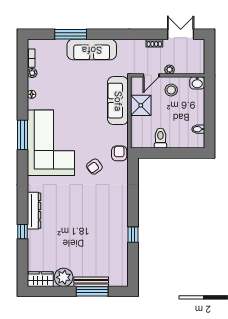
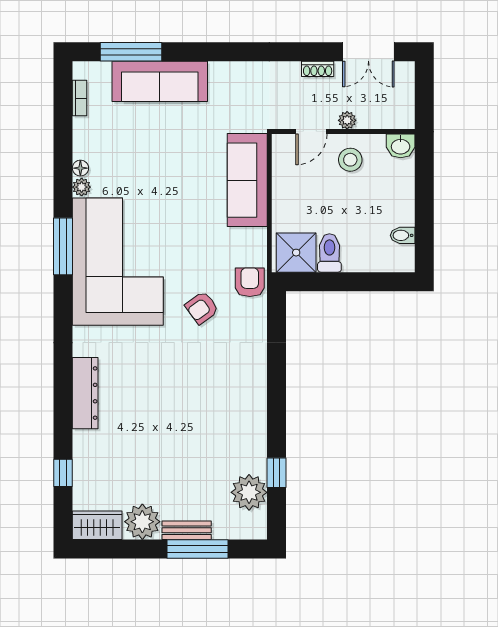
window: (71, 34) -> (131, 52), moved
double door: (181, 34) -> (368, 52), swing flipped
sofa: (92, 50) -> (160, 81), moved
plant: (32, 73) -> (82, 187), moved
shower: (141, 105) -> (296, 253), moved
window: (23, 232) -> (63, 473), moved
window: (133, 235) -> (276, 473), moved
plant: (119, 262) -> (249, 492), added
bench: (91, 282) -> (187, 530), width x0.73

